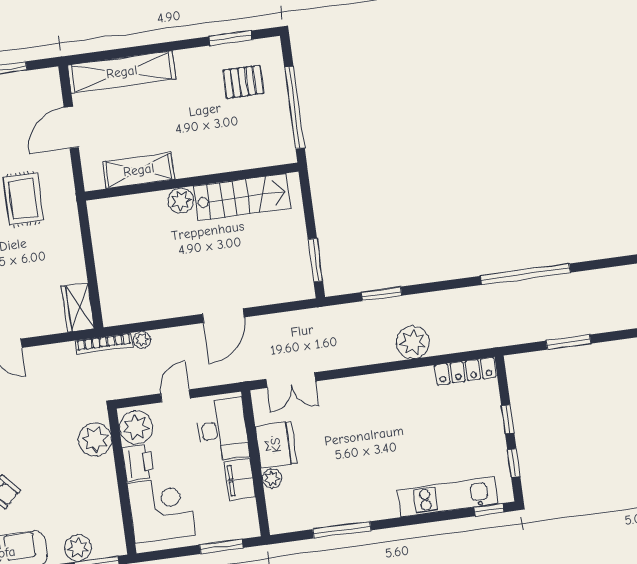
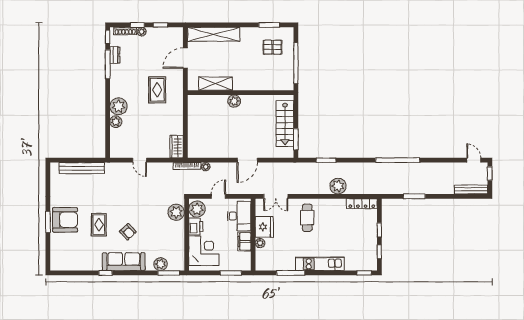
stairs: (242, 197) -> (285, 124), moved, turned 90
cafe table: (360, 414) -> (307, 218), added
kitchen unit: (448, 497) -> (320, 264), moved

